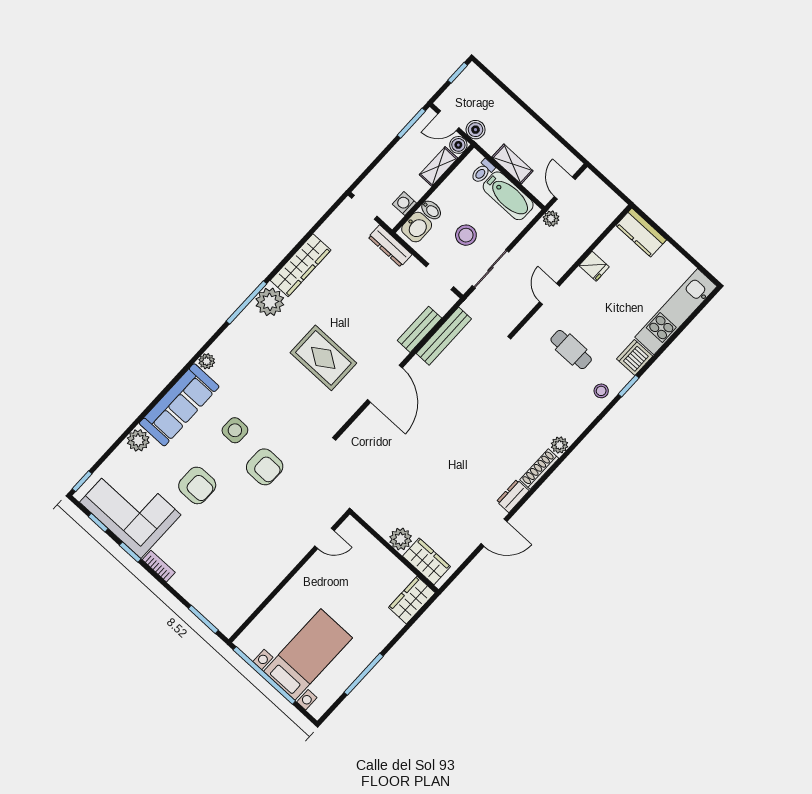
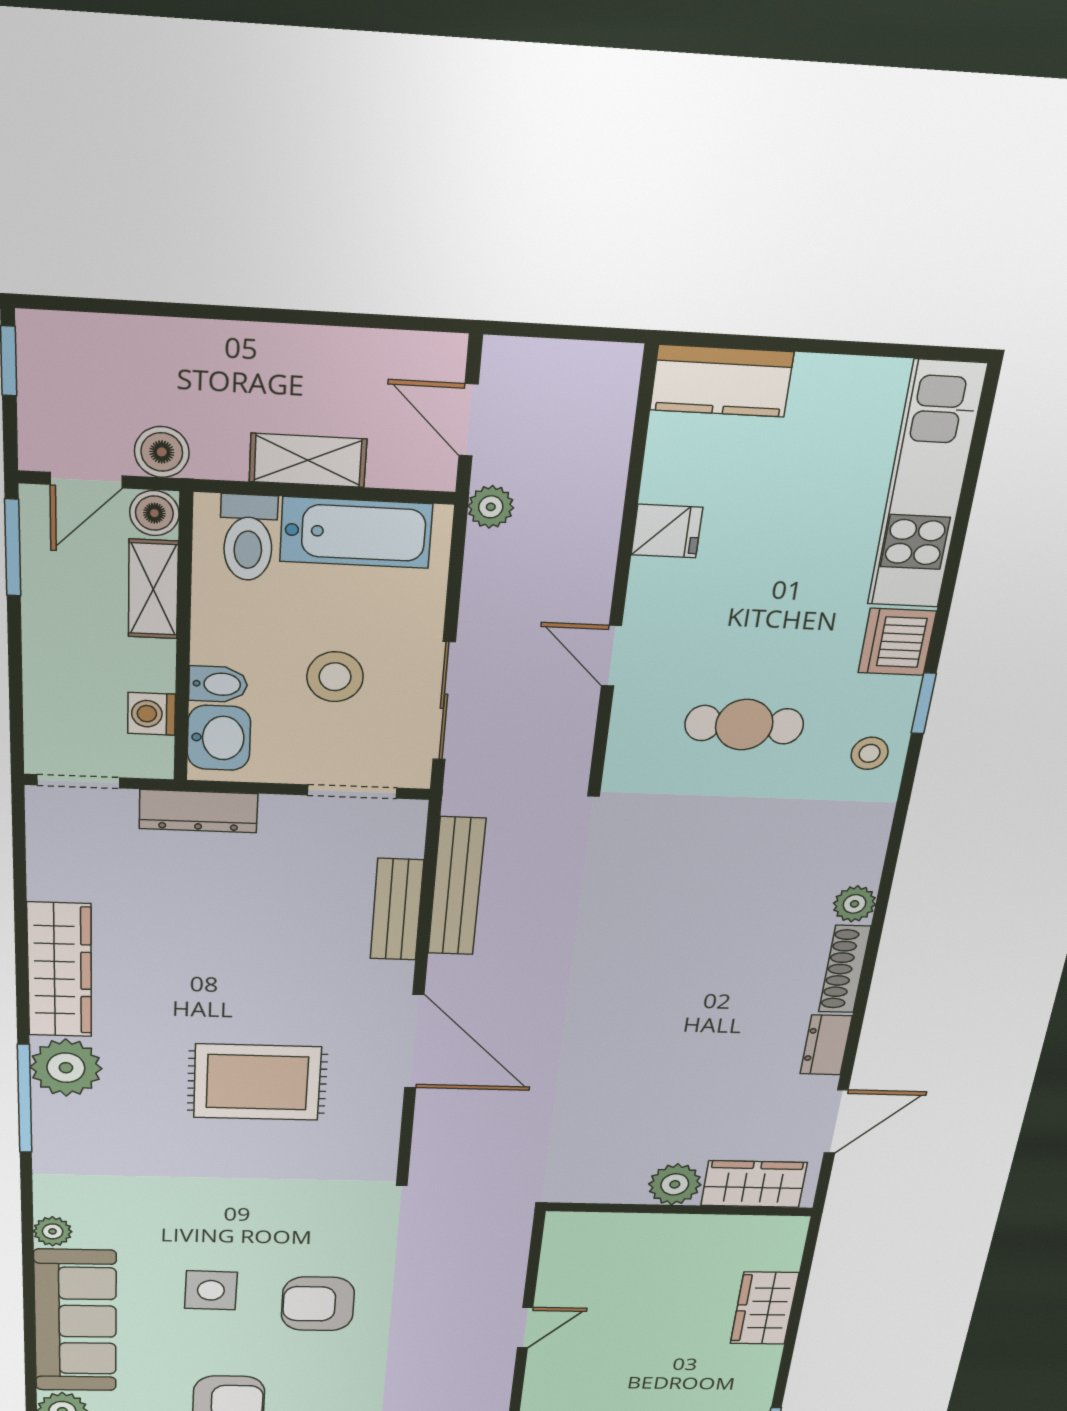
toilet: (483, 171) -> (248, 538), width x1.37, depth x1.39
armchair: (265, 467) -> (318, 1304), turned 180
plant: (401, 539) -> (675, 1184), moved
wall: (394, 552) -> (680, 1209), moved
wardrobe: (427, 561) -> (754, 1184), moved

